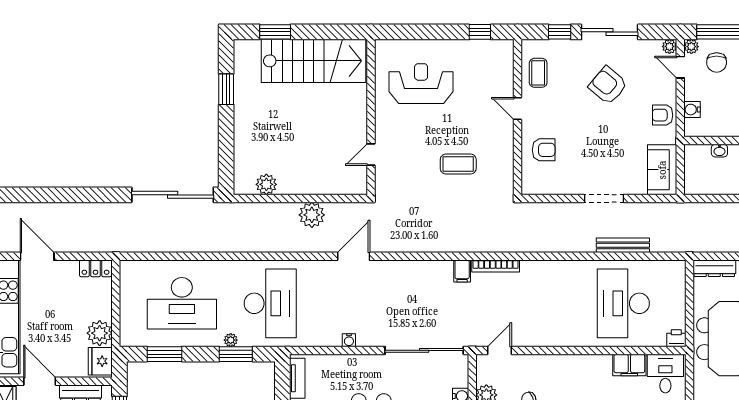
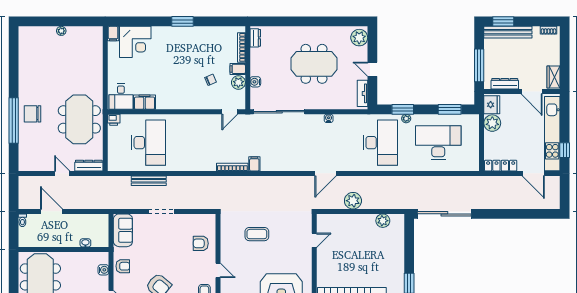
locker: (96, 268) -> (501, 166), width x1.53
desk: (270, 303) -> (380, 143), turned 180

